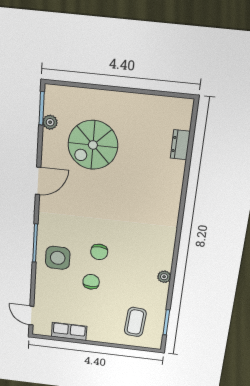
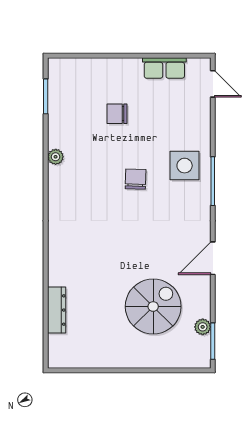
dresser: (180, 145) -> (57, 310), width x1.44
chair: (91, 282) -> (117, 114), moved, turned 90
coffee table: (135, 322) -> (83, 92), removed

